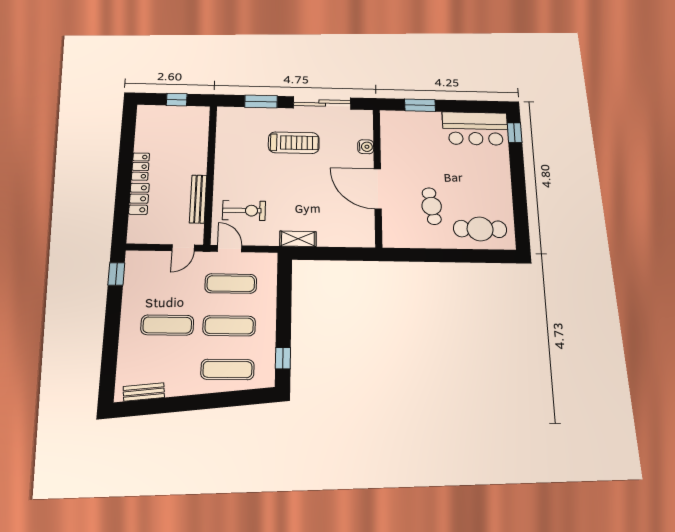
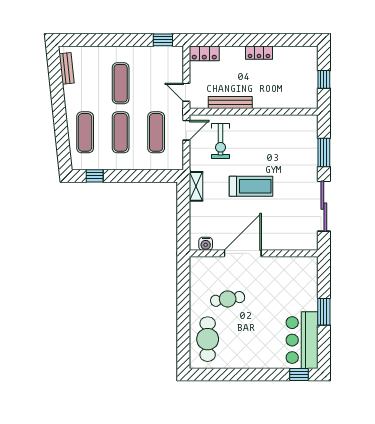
window: (420, 105) -> (324, 312), moved
treadmill: (294, 143) -> (251, 186), moved, turned -90
water cooler: (366, 147) -> (206, 244), moved
locker: (139, 199) -> (204, 53), moved

